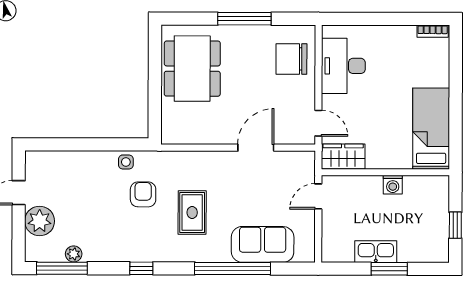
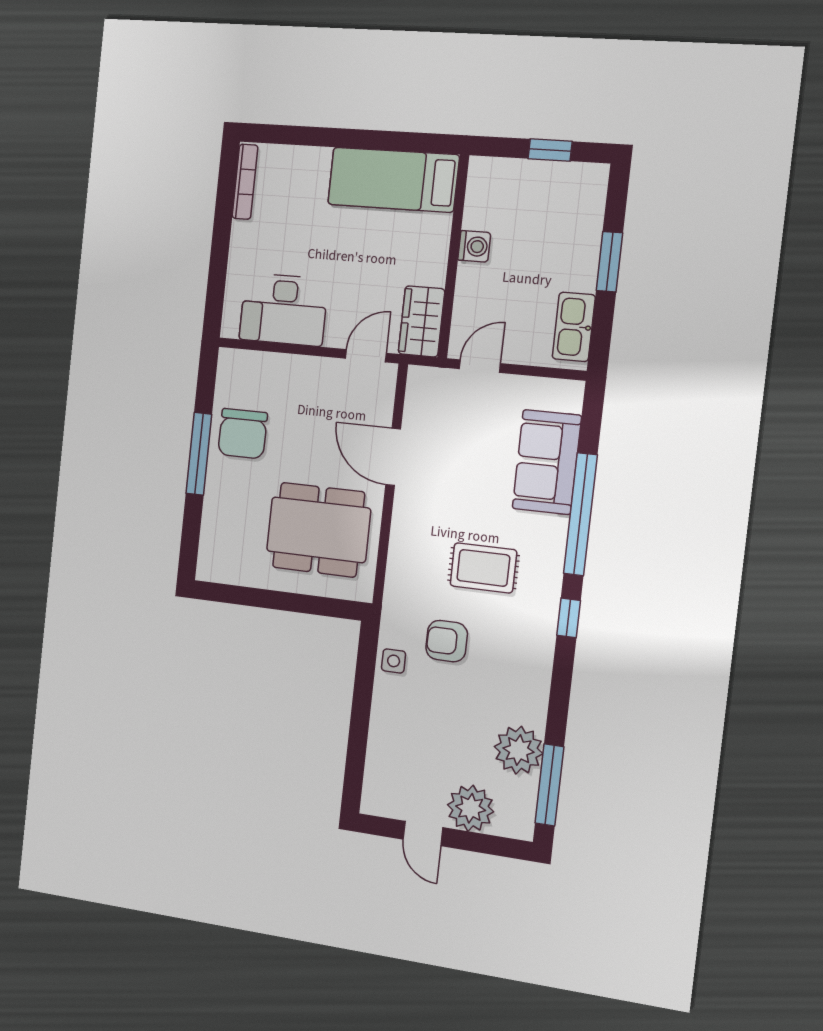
bookcase: (433, 31) -> (245, 182), width x1.56
chair: (291, 59) -> (243, 434), moved
dining table: (192, 69) -> (318, 530), moved
door: (318, 196) -> (480, 366), swing flipped
kitchen sink: (376, 252) -> (574, 327), moved
plant: (74, 254) -> (519, 750), width x1.87, depth x1.87
window: (141, 268) -> (569, 618), moved

